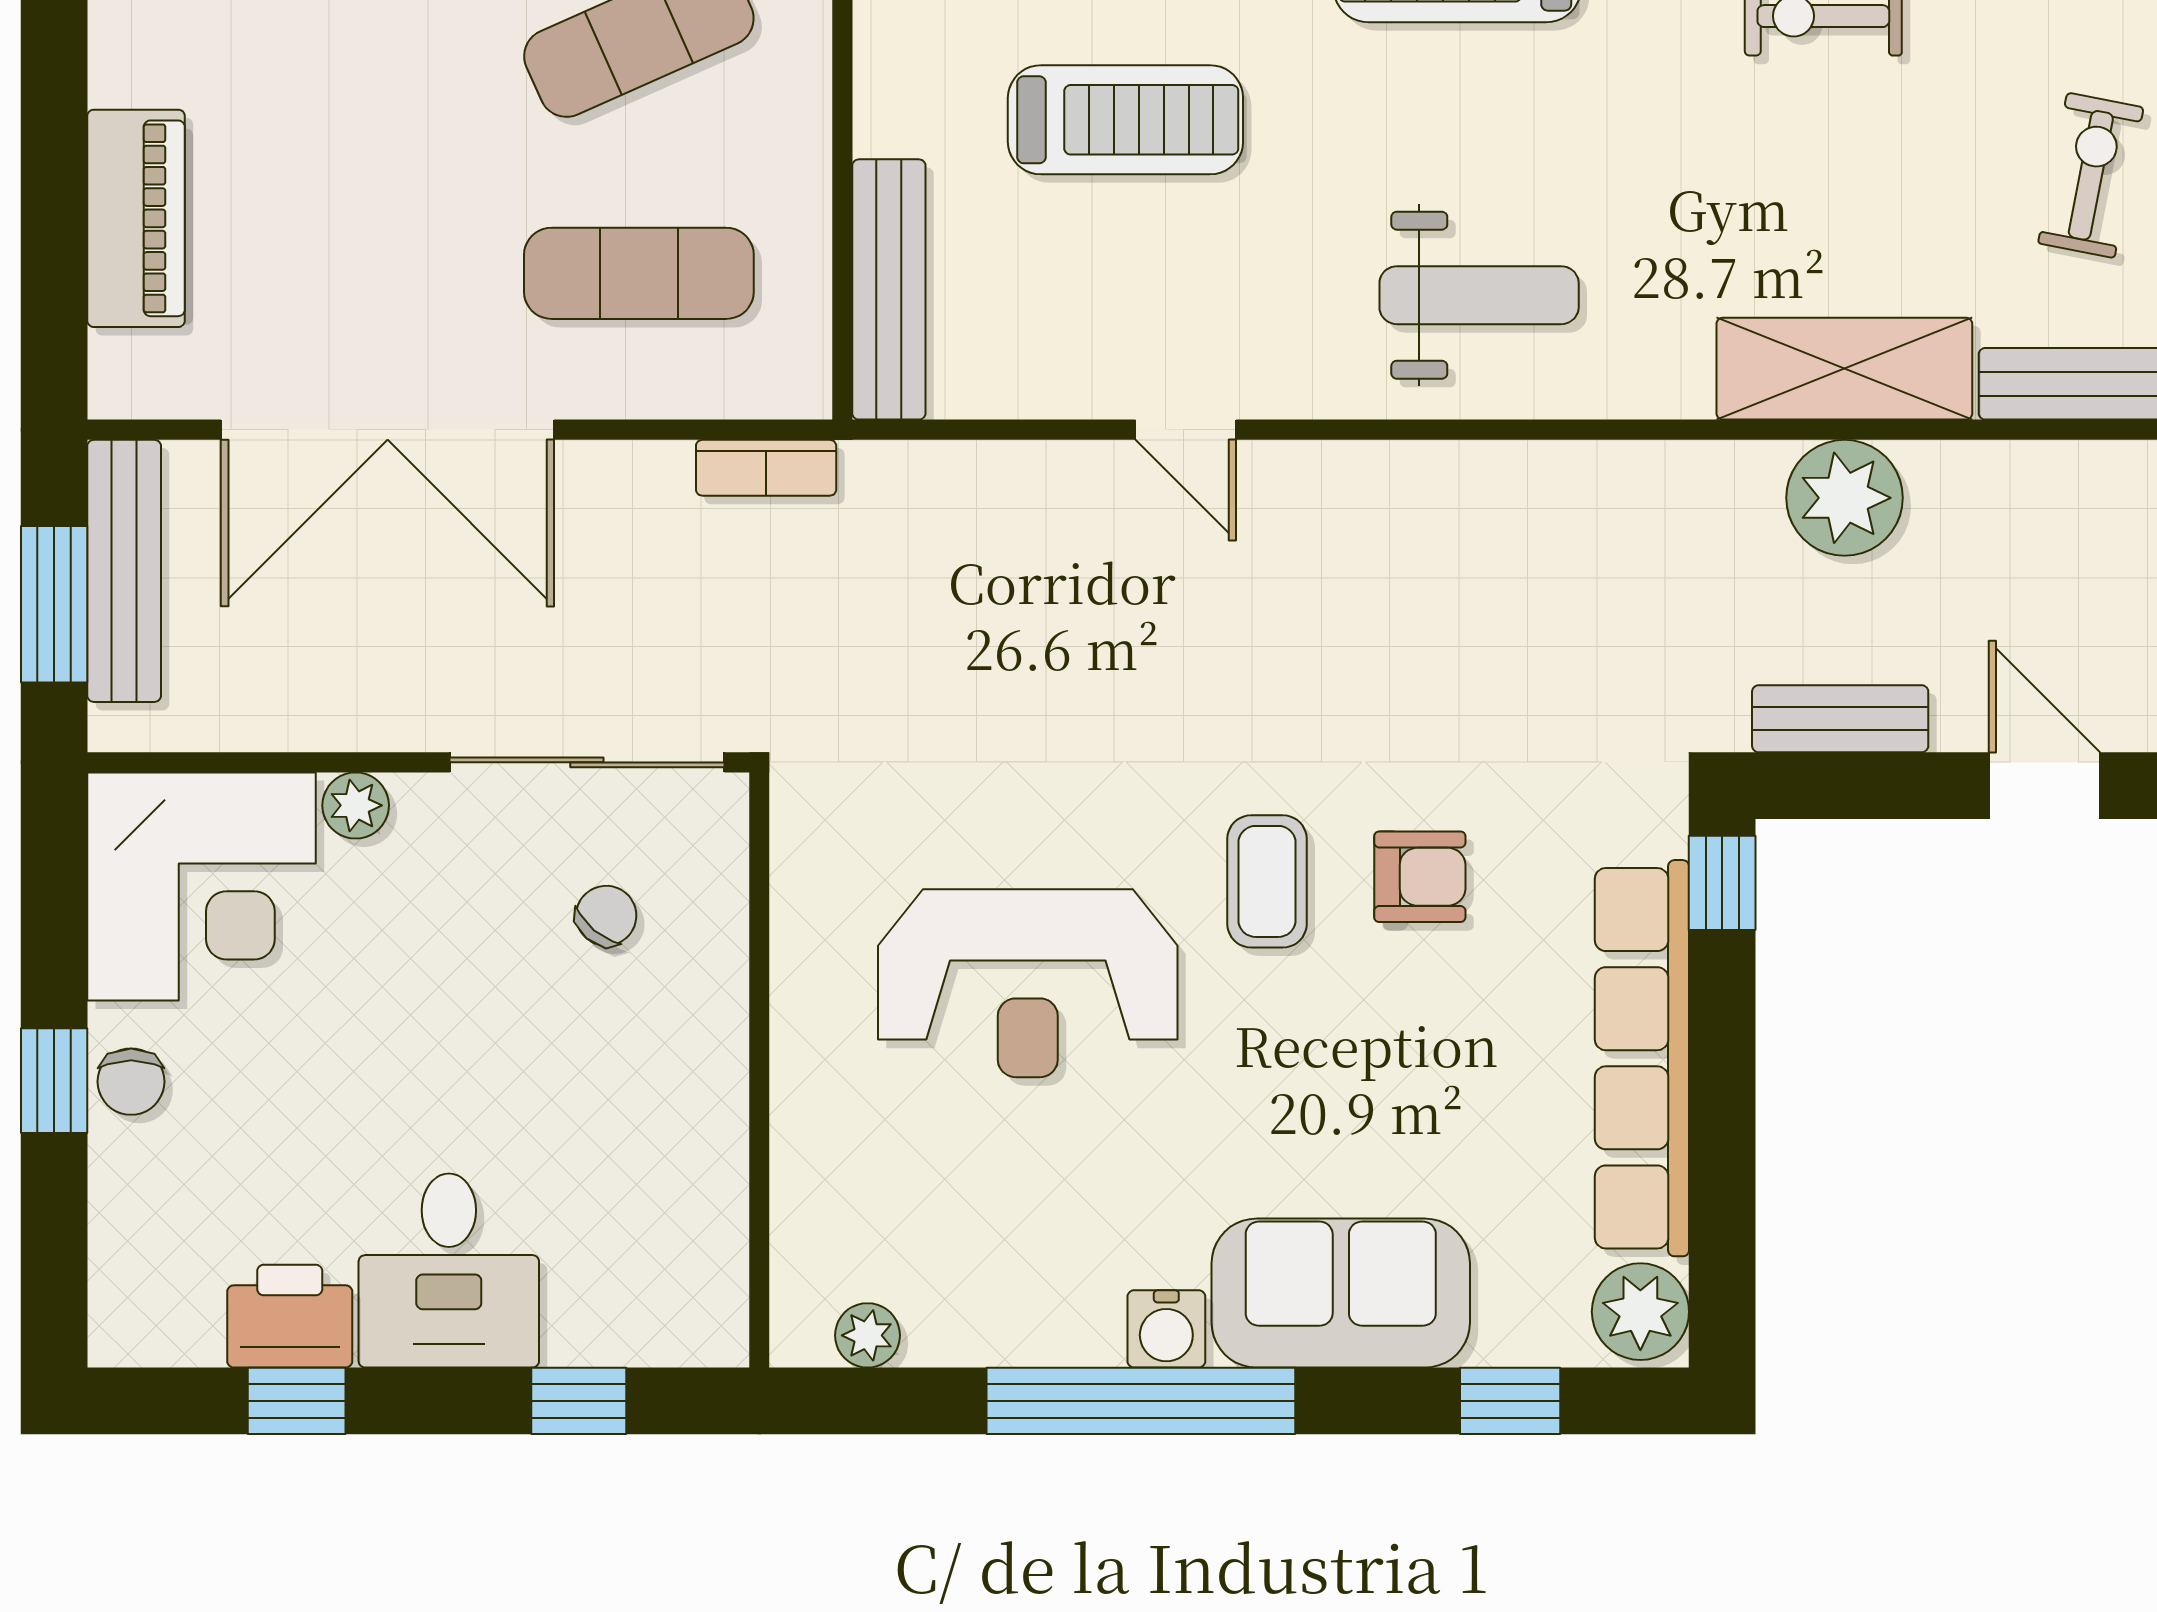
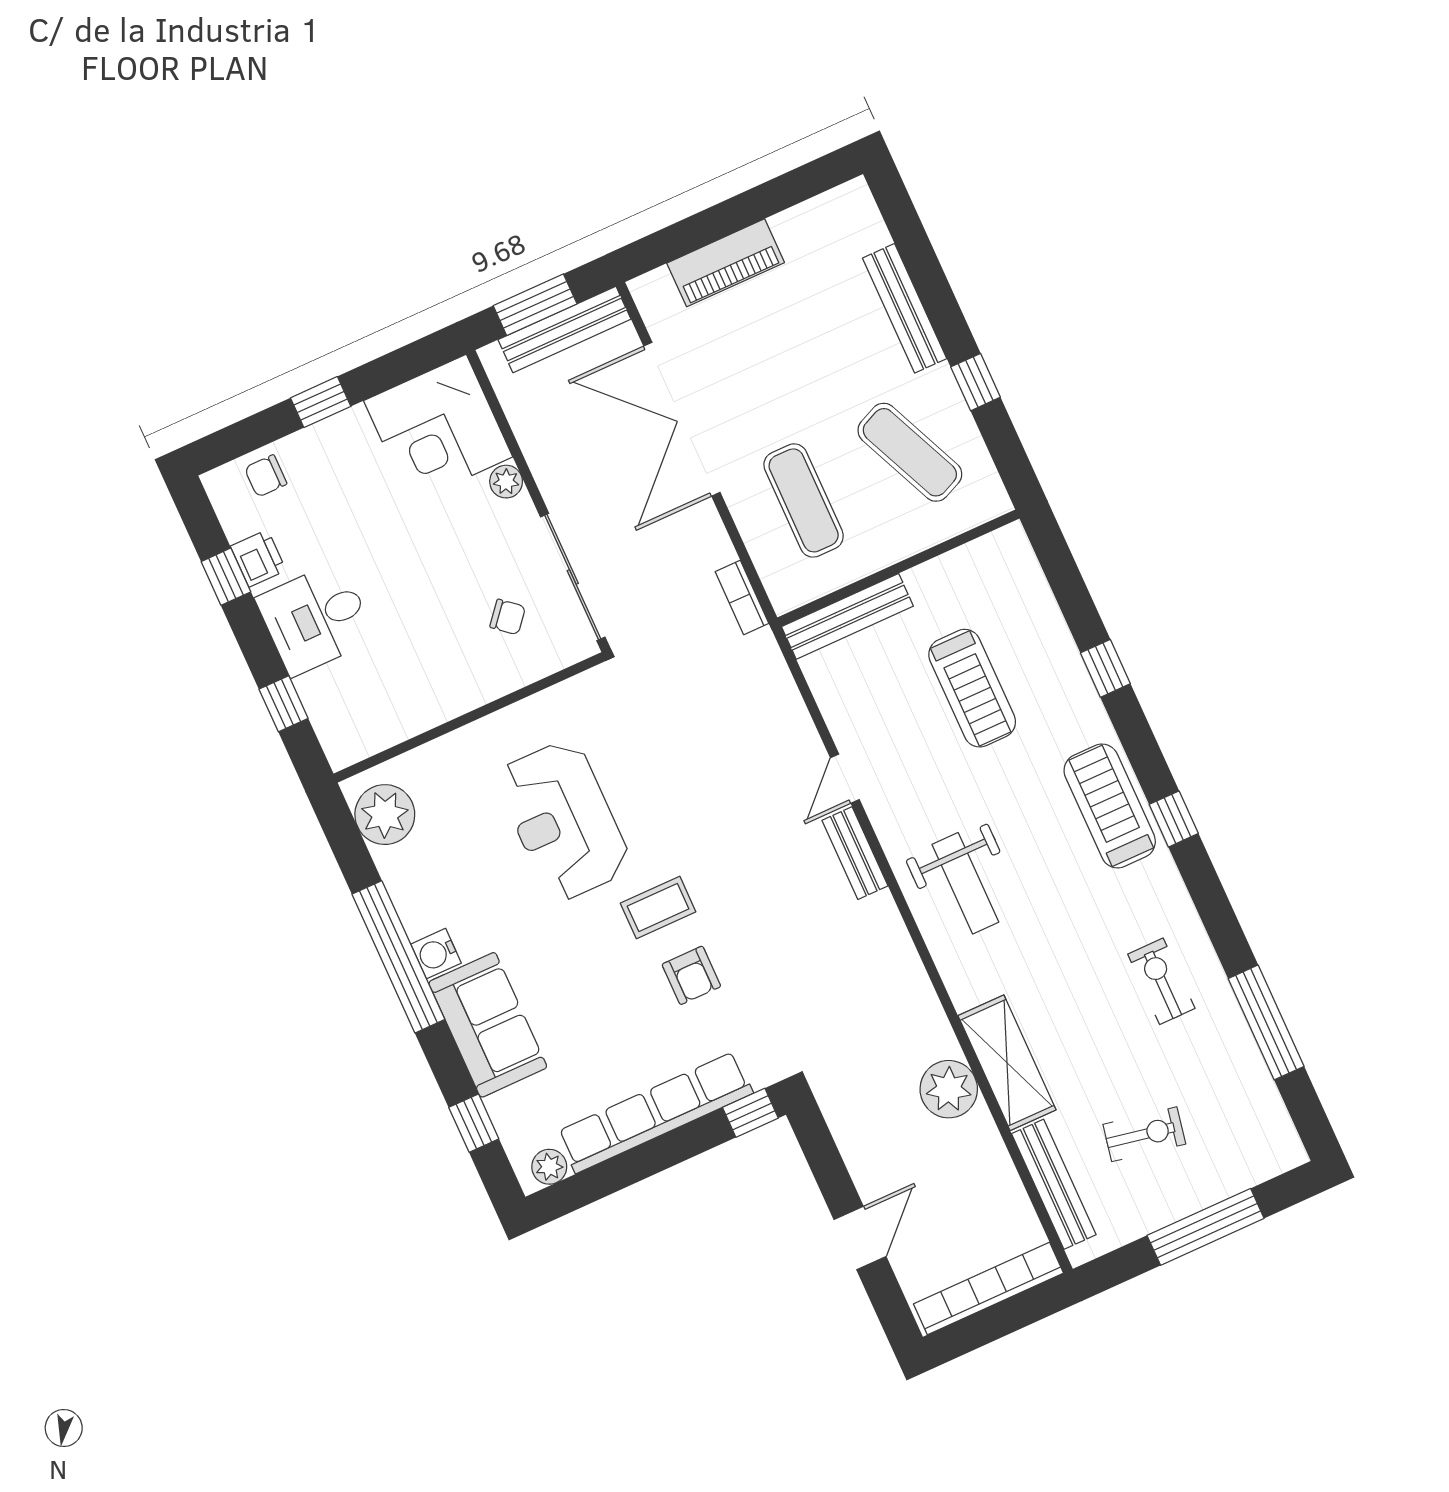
bench: (1840, 719) -> (855, 853), moved
chair: (131, 1082) -> (266, 476), moved
plant: (1640, 1312) -> (549, 1167), width x0.73, depth x0.73
printer: (290, 1316) -> (258, 558), width x0.73, depth x0.81
plant: (867, 1335) -> (385, 815), width x1.88, depth x1.88

